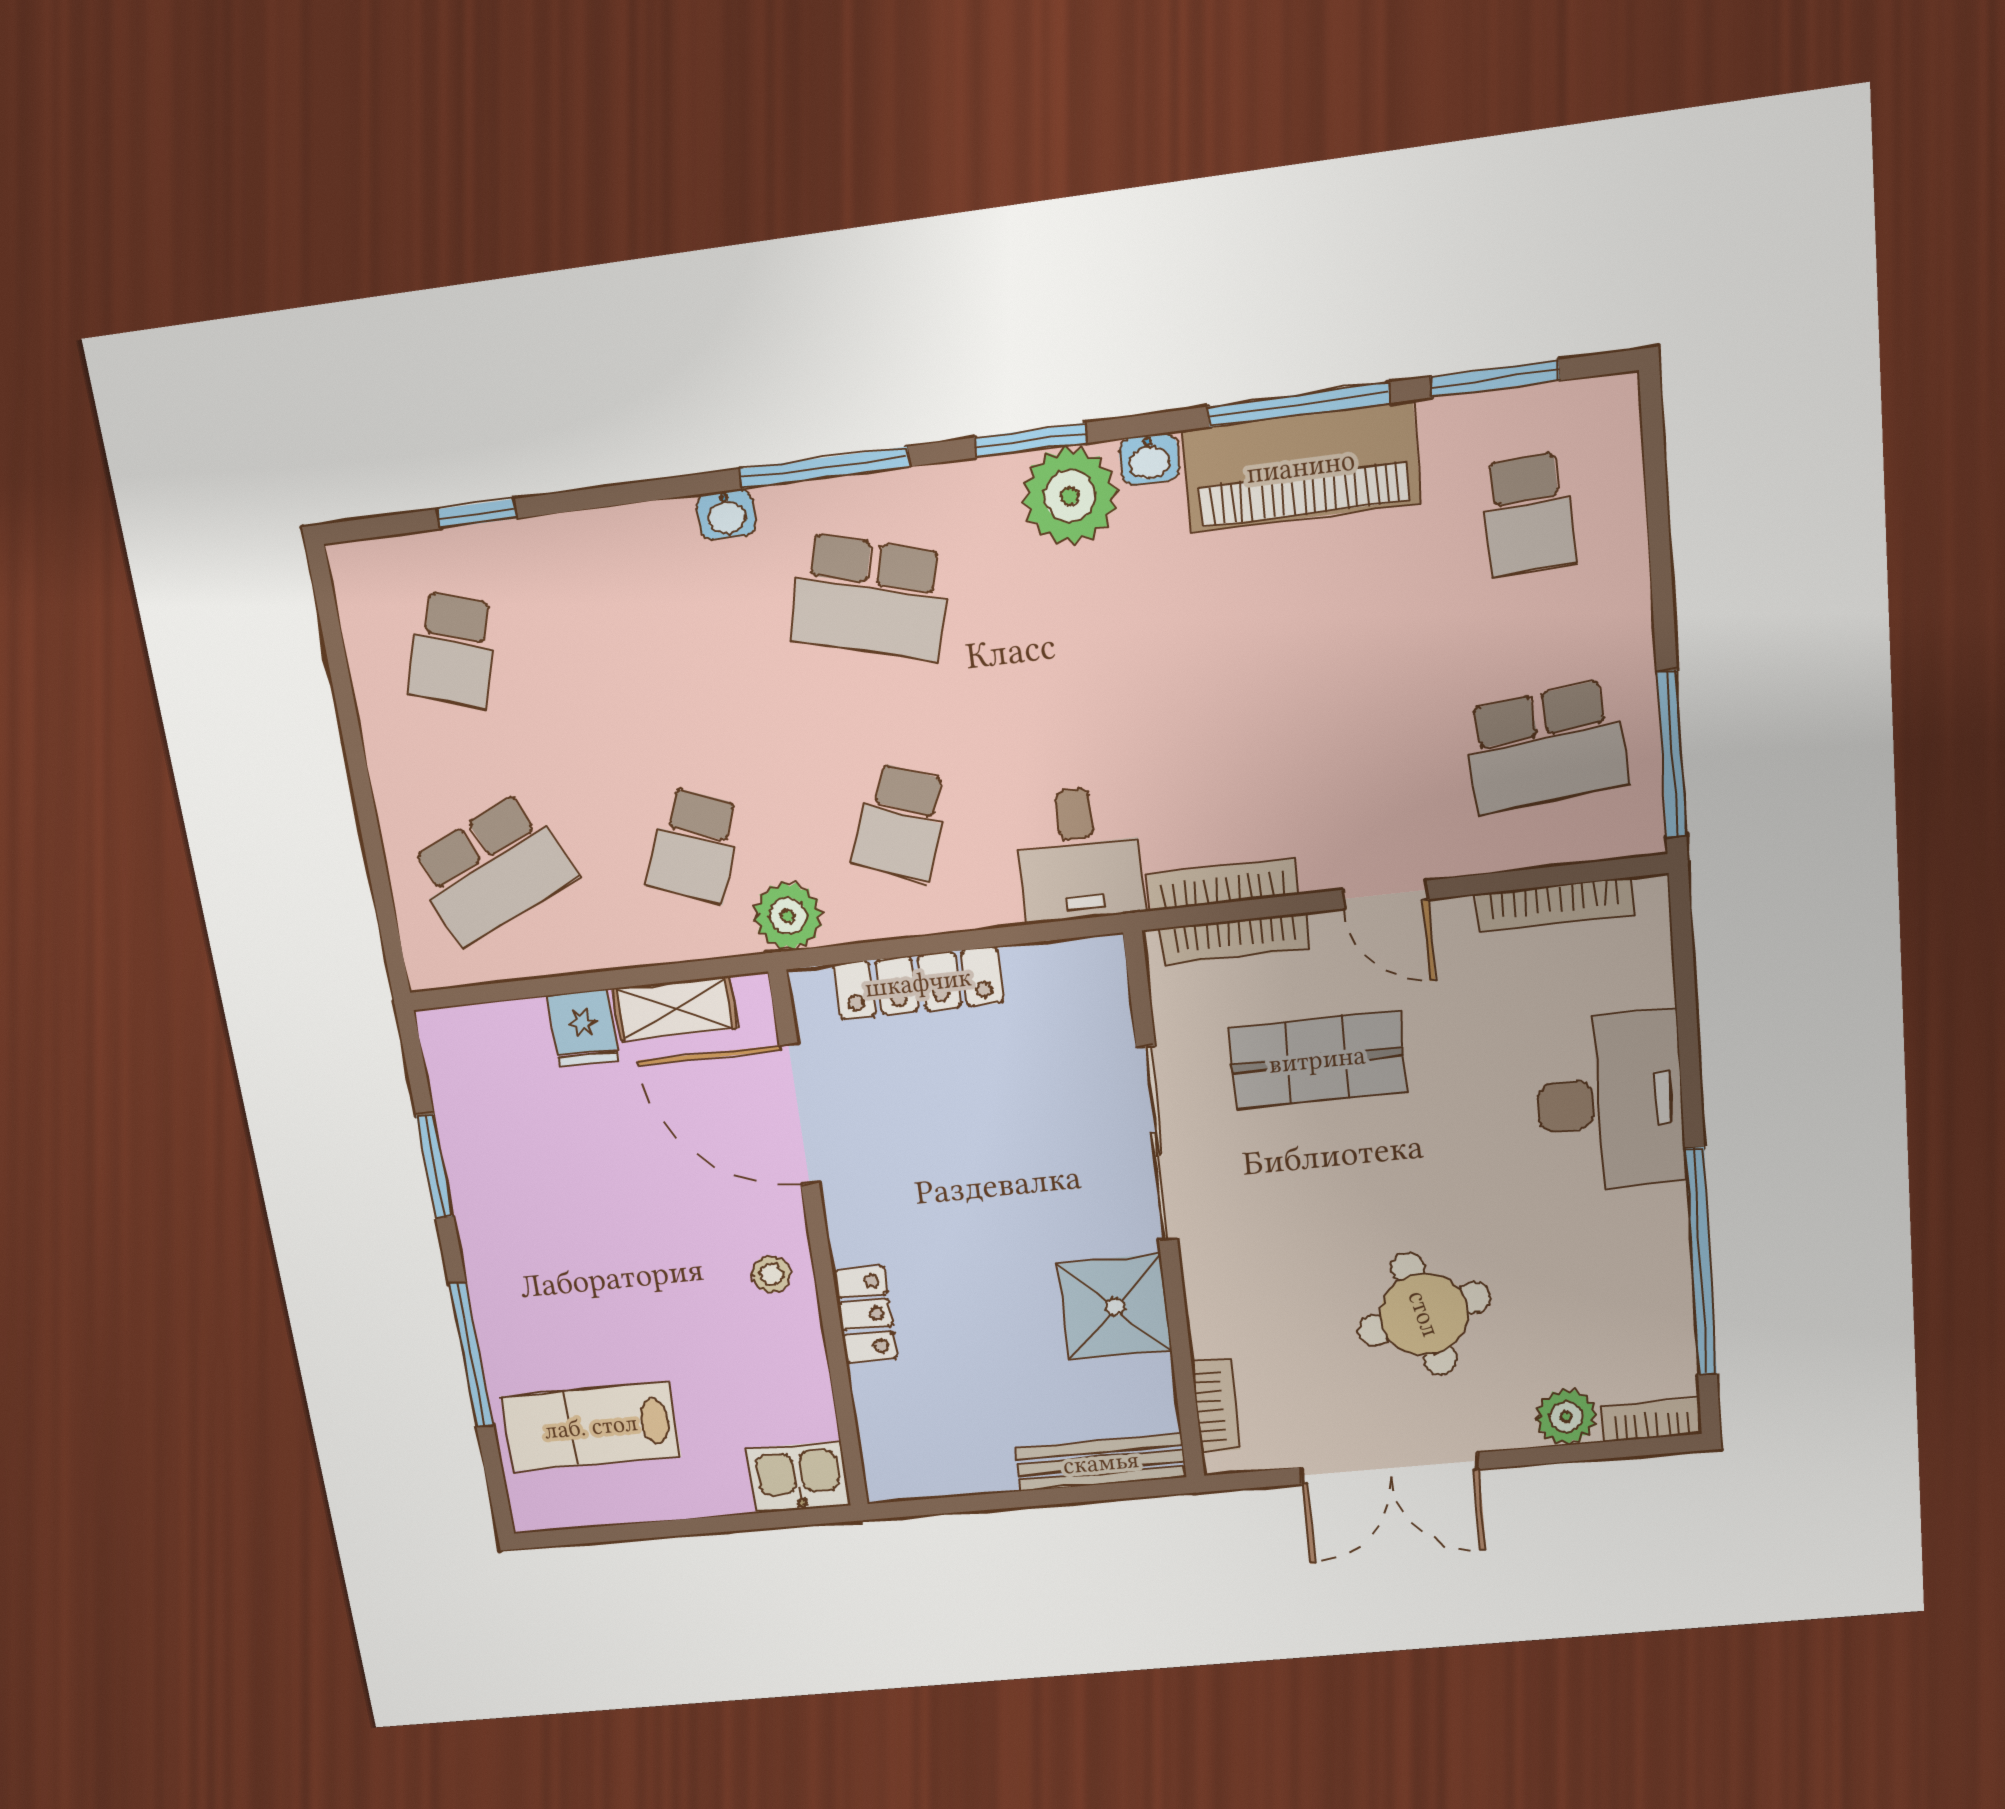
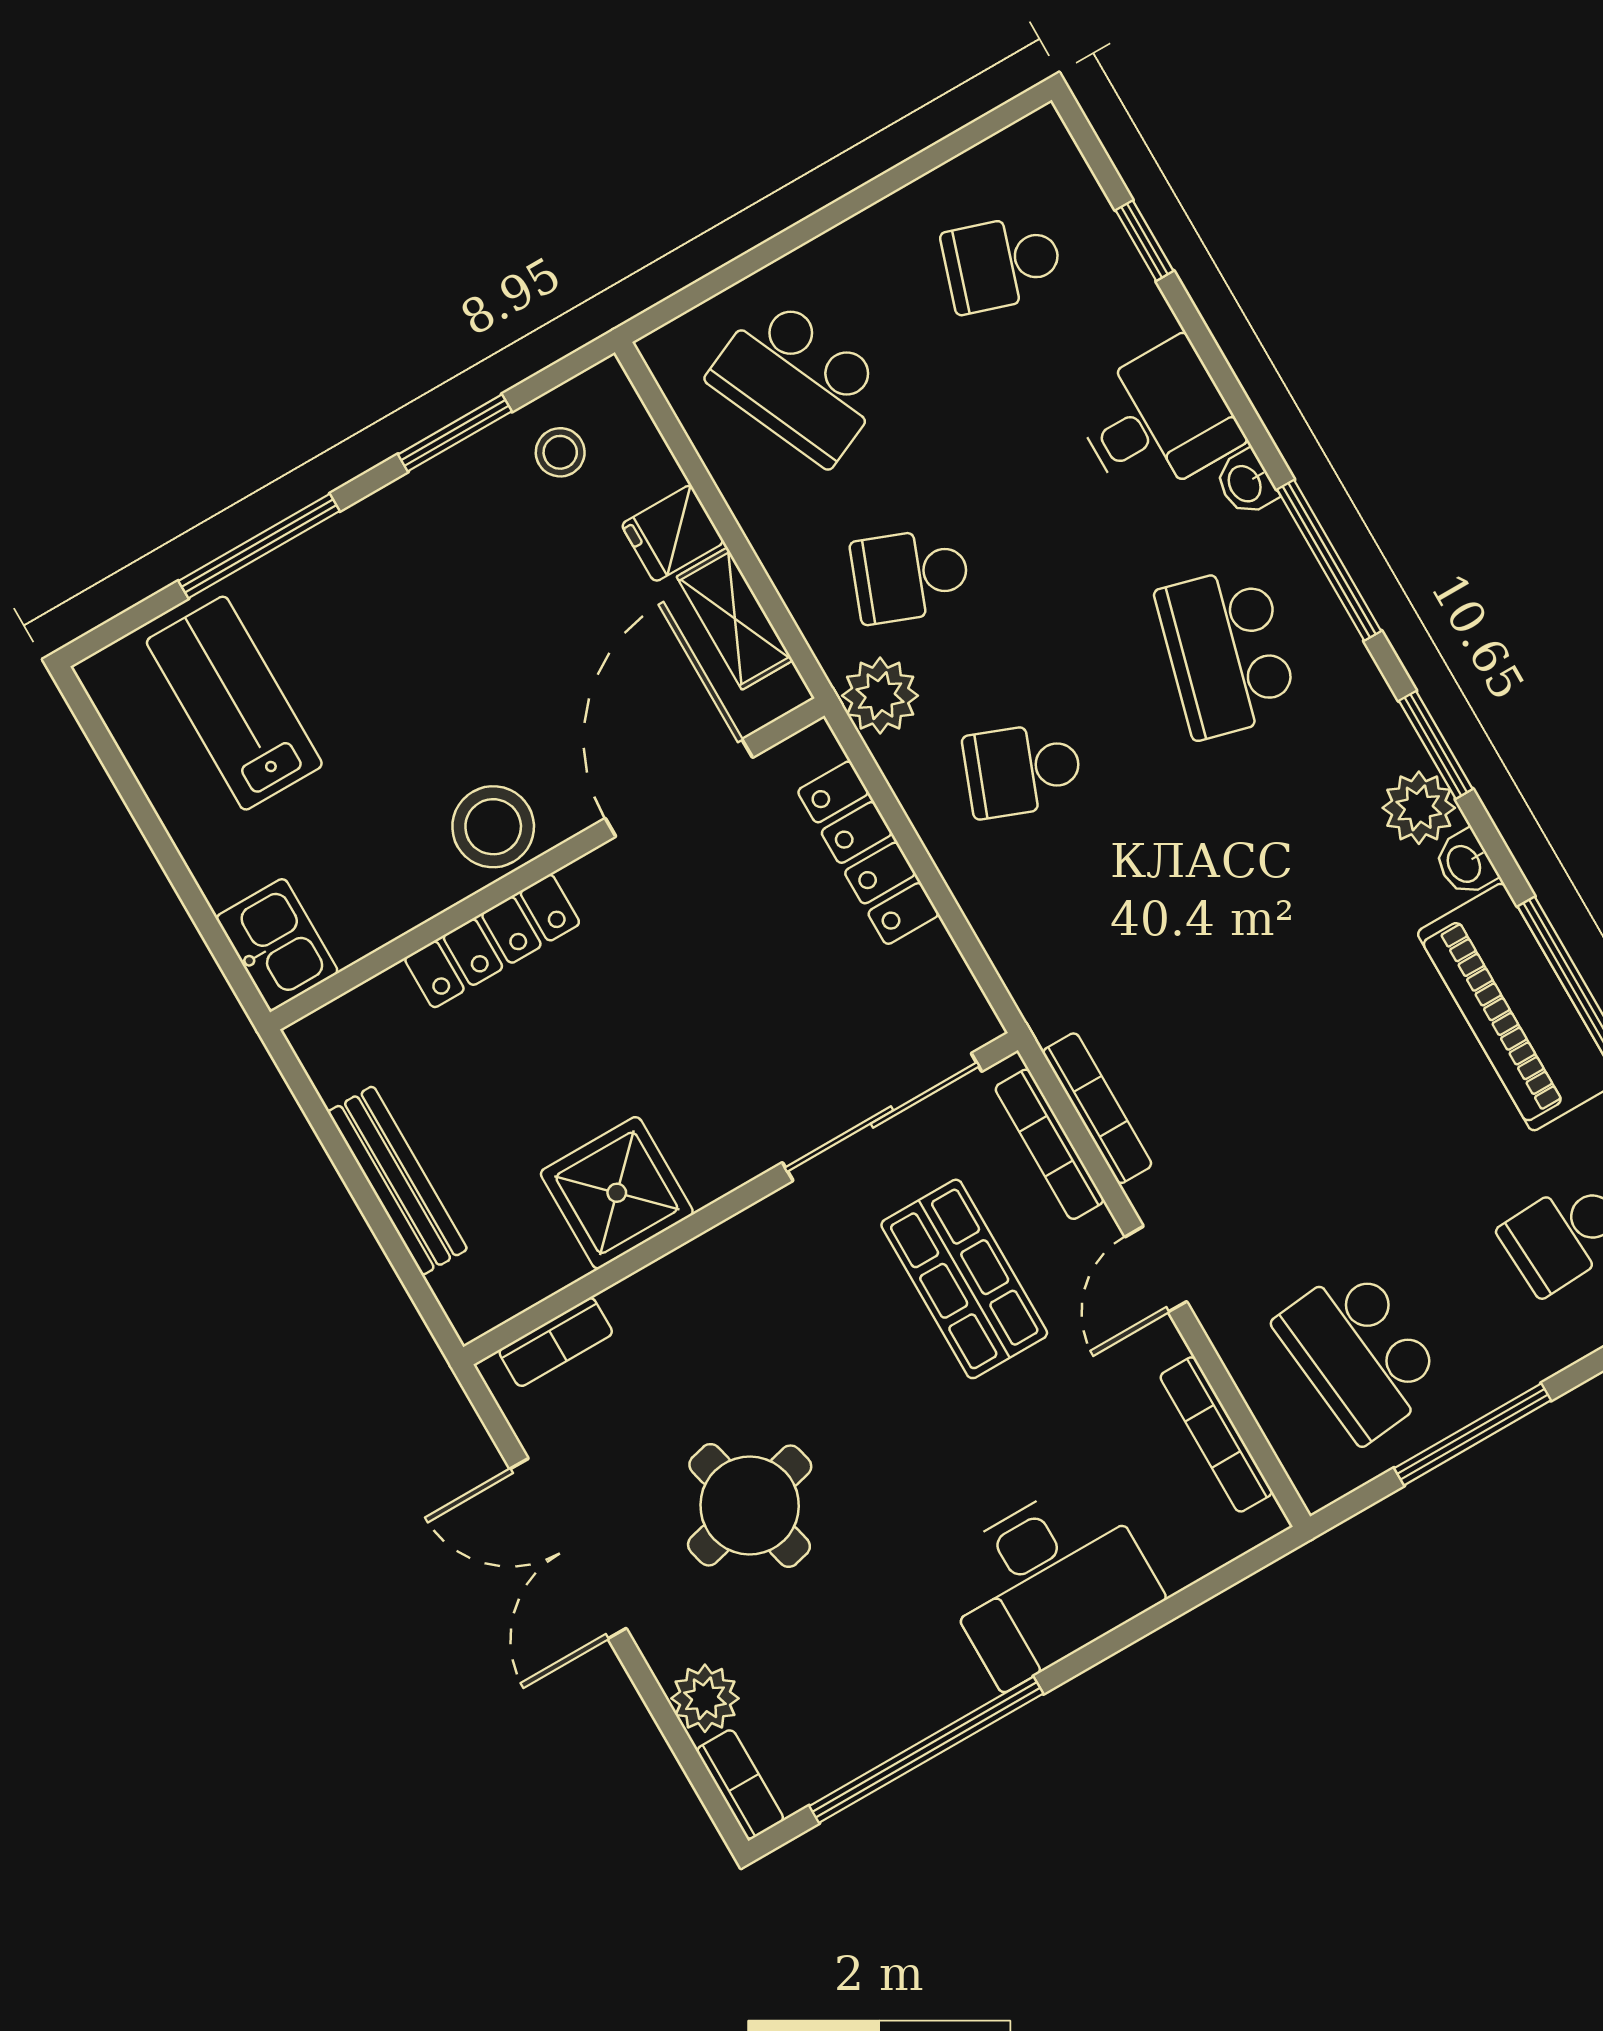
plant: (1070, 496) -> (1419, 808), width x0.73, depth x0.73
window: (1672, 754) -> (1473, 1434), moved
desk: (1079, 854) -> (1157, 420), moved, turned 180
stool: (482, 1090) -> (560, 452), added
sliding door: (1157, 1144) -> (882, 1117), moved
stool: (771, 1274) -> (493, 827), width x1.89, depth x1.89
locker: (865, 1315) -> (492, 941), width x1.53
bench: (1101, 1463) -> (398, 1181), moved

